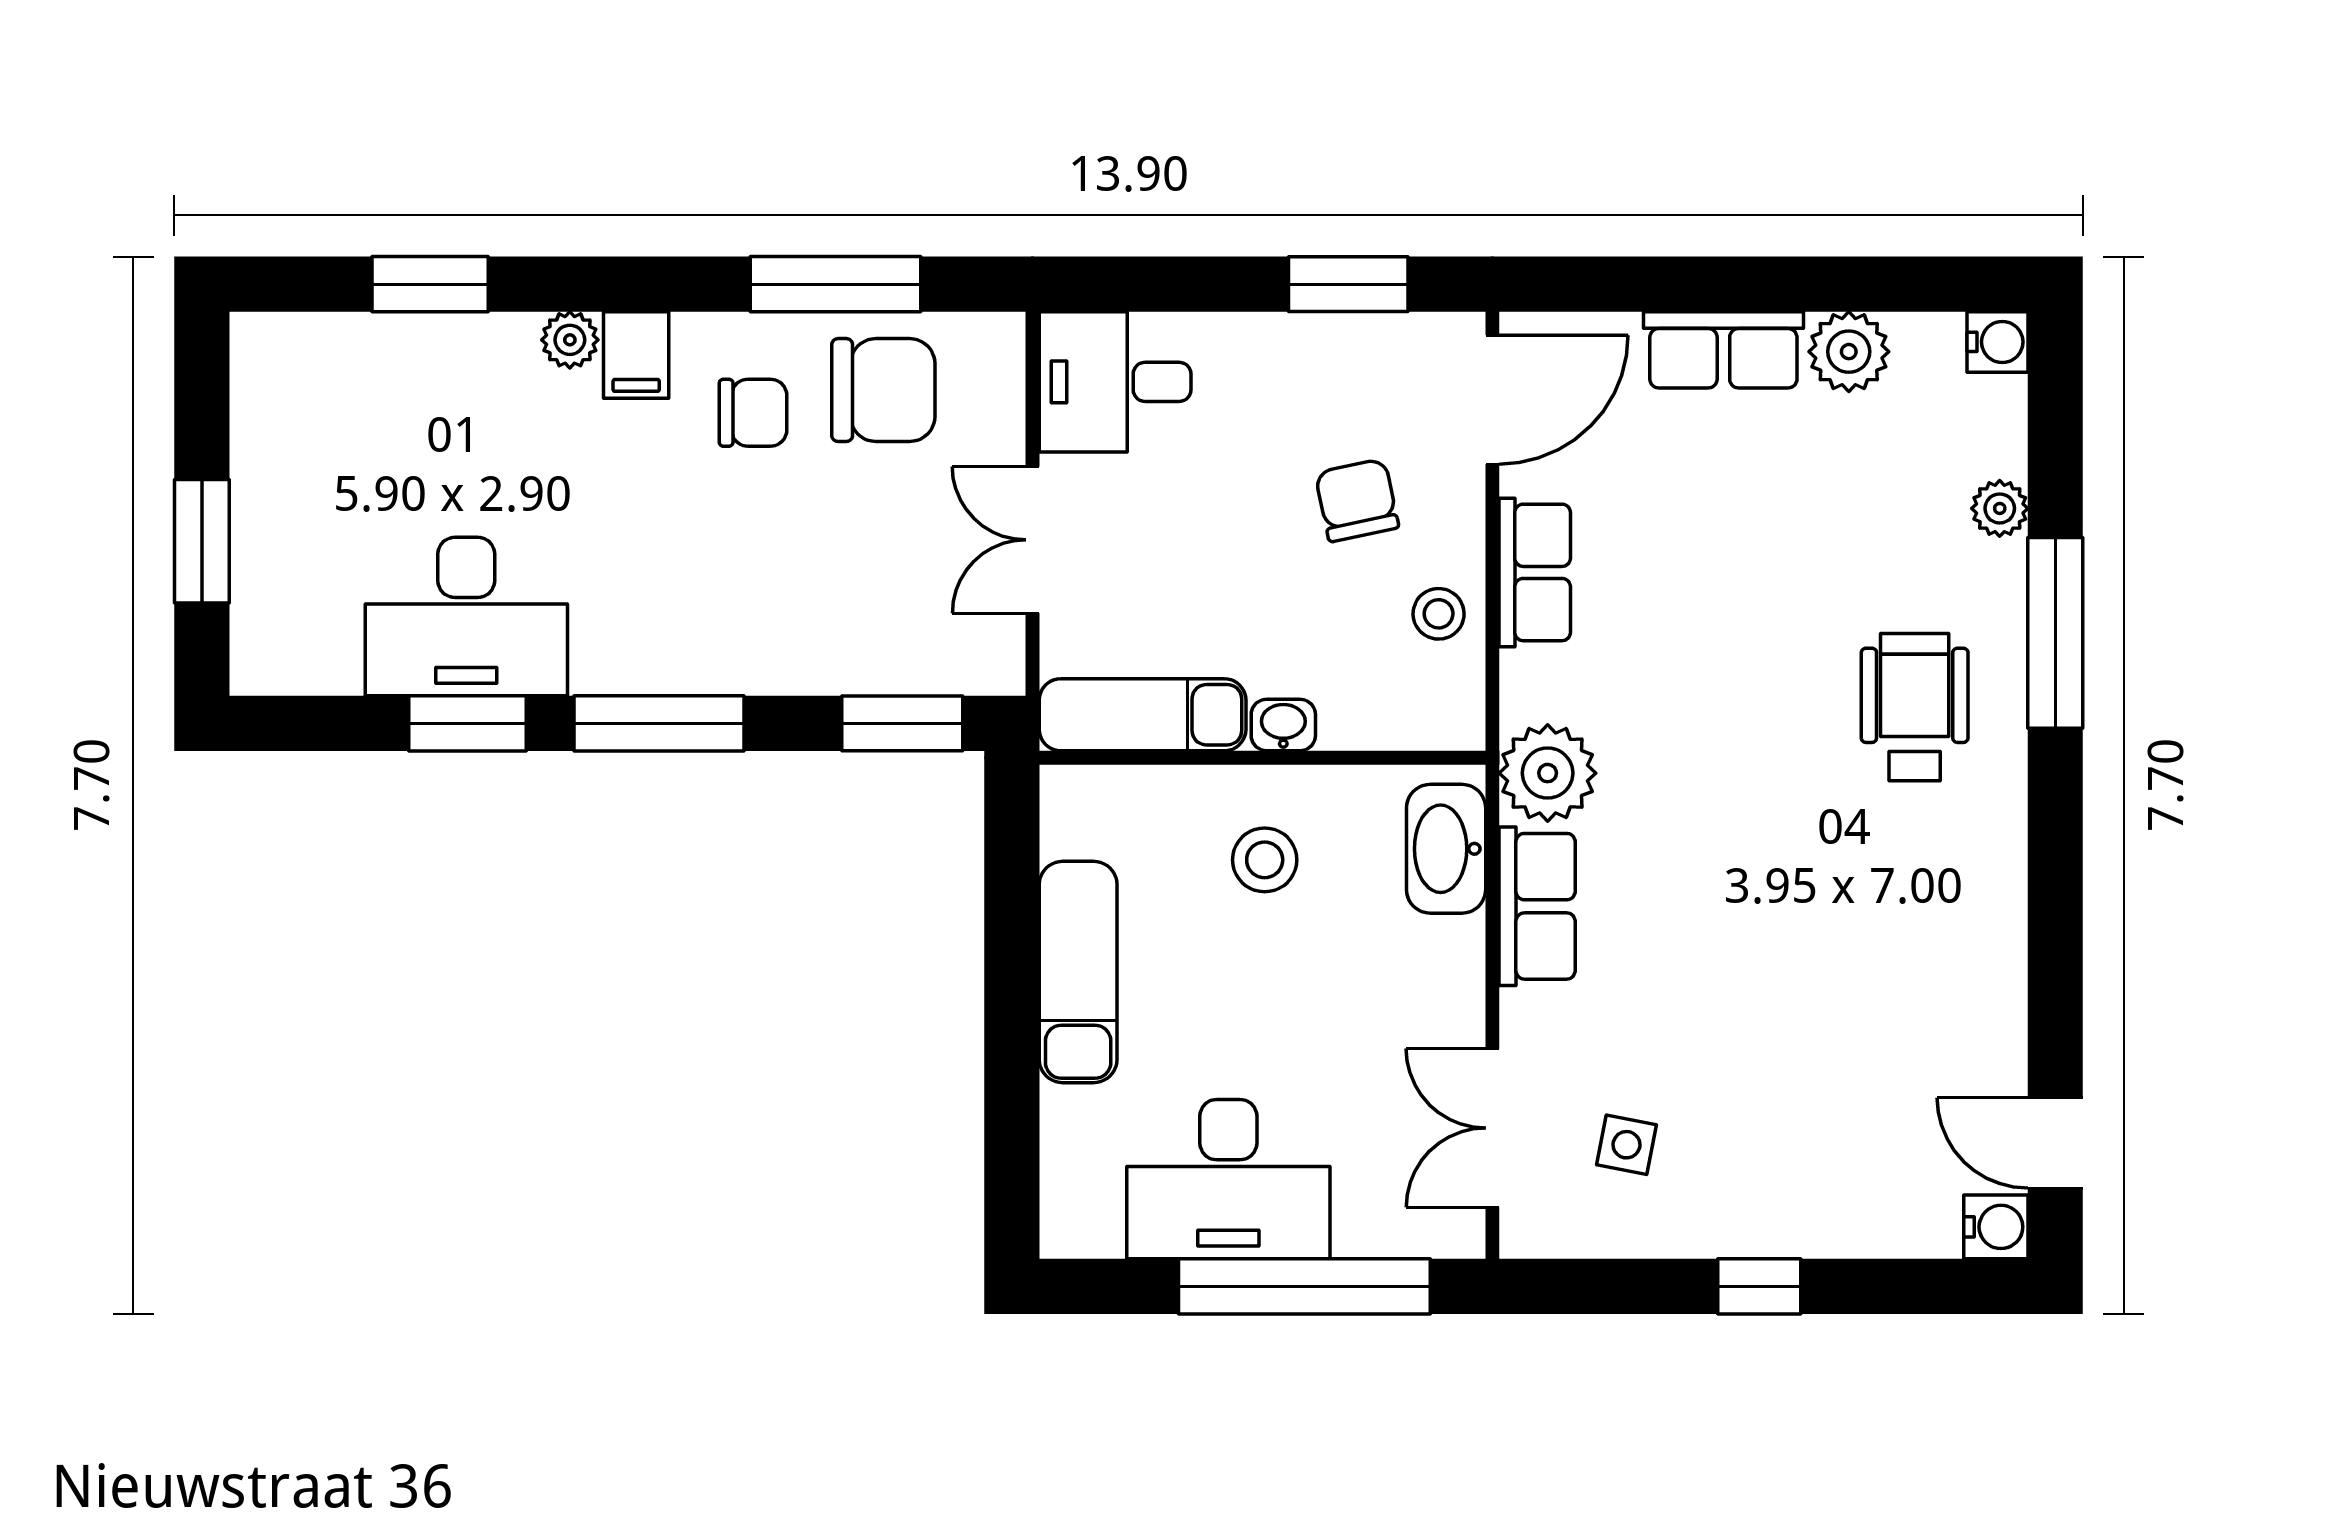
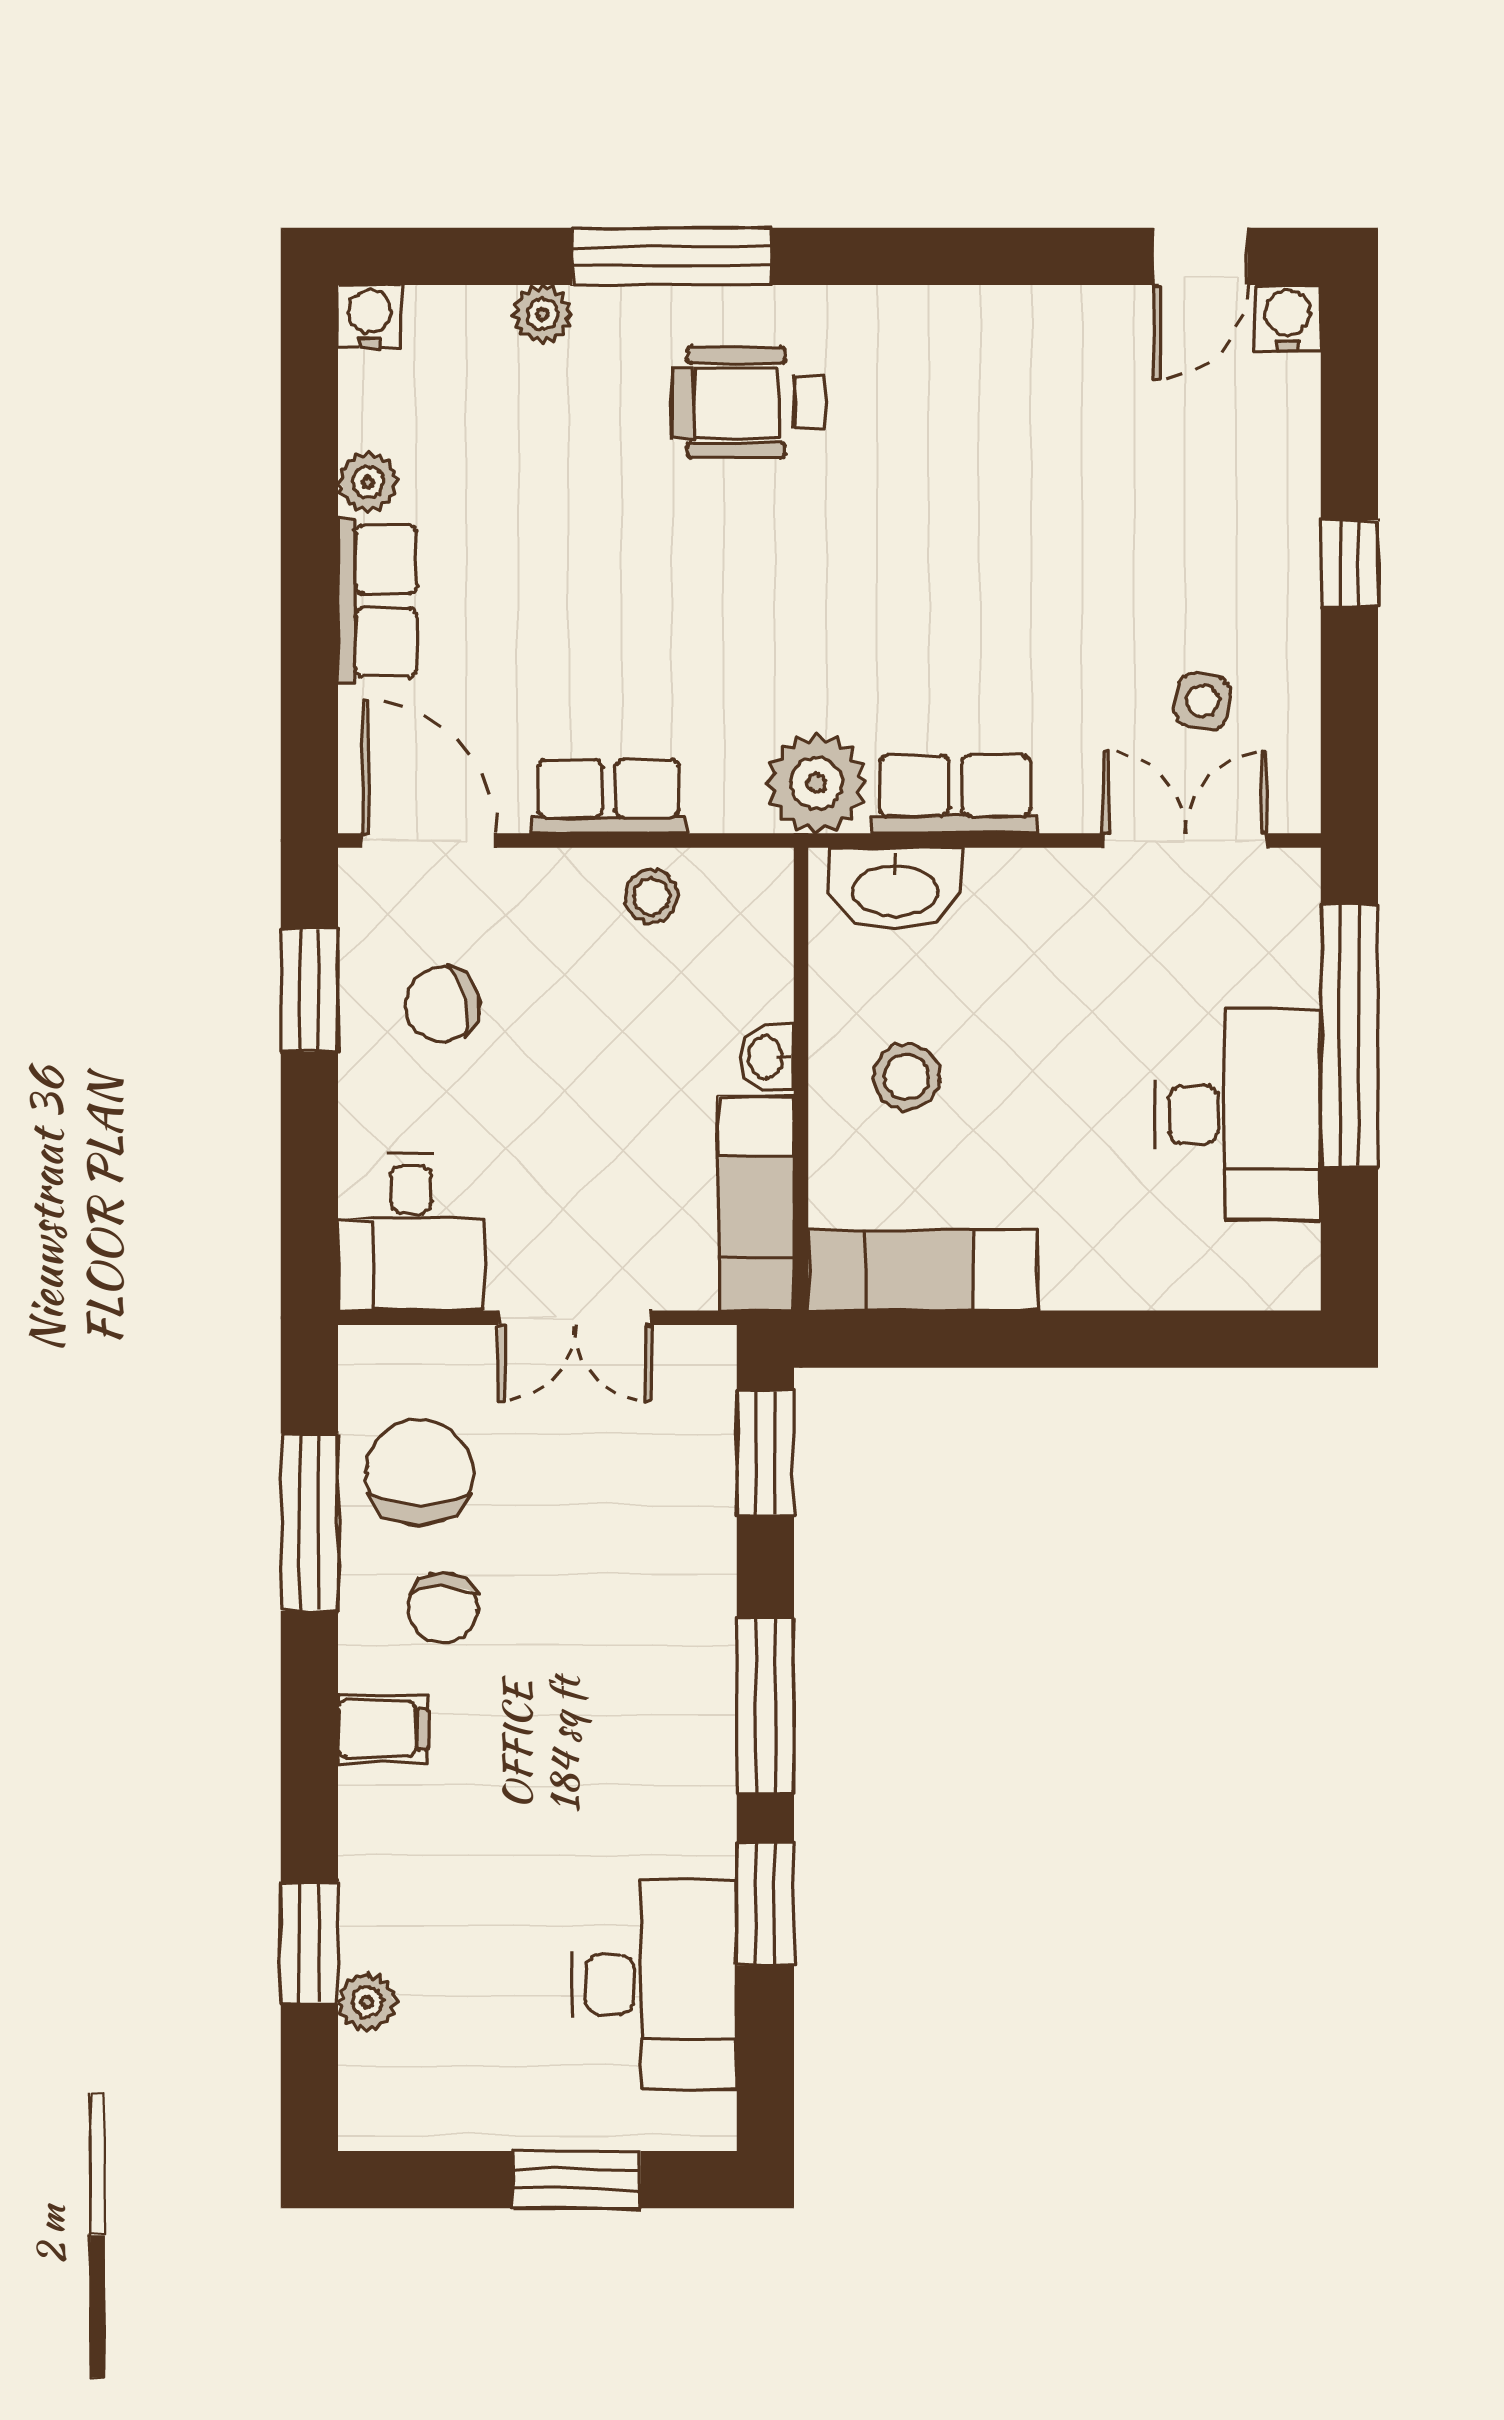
plant: (570, 340) -> (367, 2002), moved
plant: (1849, 352) -> (368, 482), width x0.73, depth x0.73
chair: (753, 413) -> (443, 1608), turned 180
chair: (1357, 500) -> (442, 1004), moved
desk: (466, 617) -> (654, 1984), moved
exam couch: (1078, 972) -> (923, 1270), moved
double door: (1492, 1128) -> (1185, 841), swing flipped

